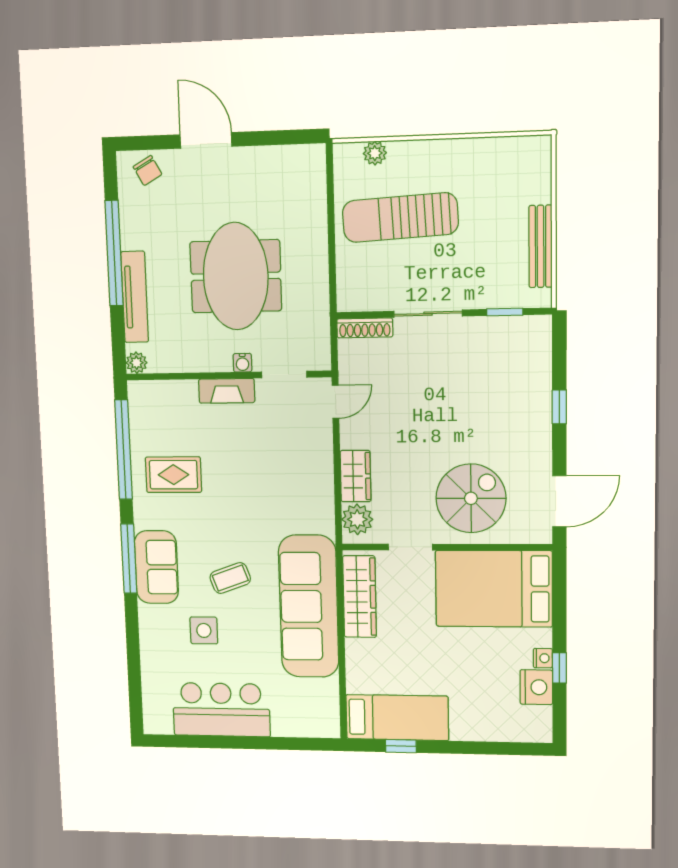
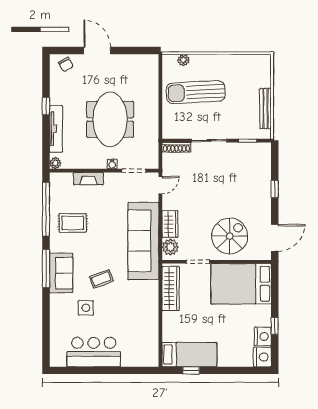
window: (114, 253) -> (46, 106), width x0.32
fireplace: (227, 391) -> (89, 179), moved
sofa: (309, 606) -> (143, 241), moved
nightstand: (543, 658) -> (262, 357), moved, width x1.89, depth x1.79

